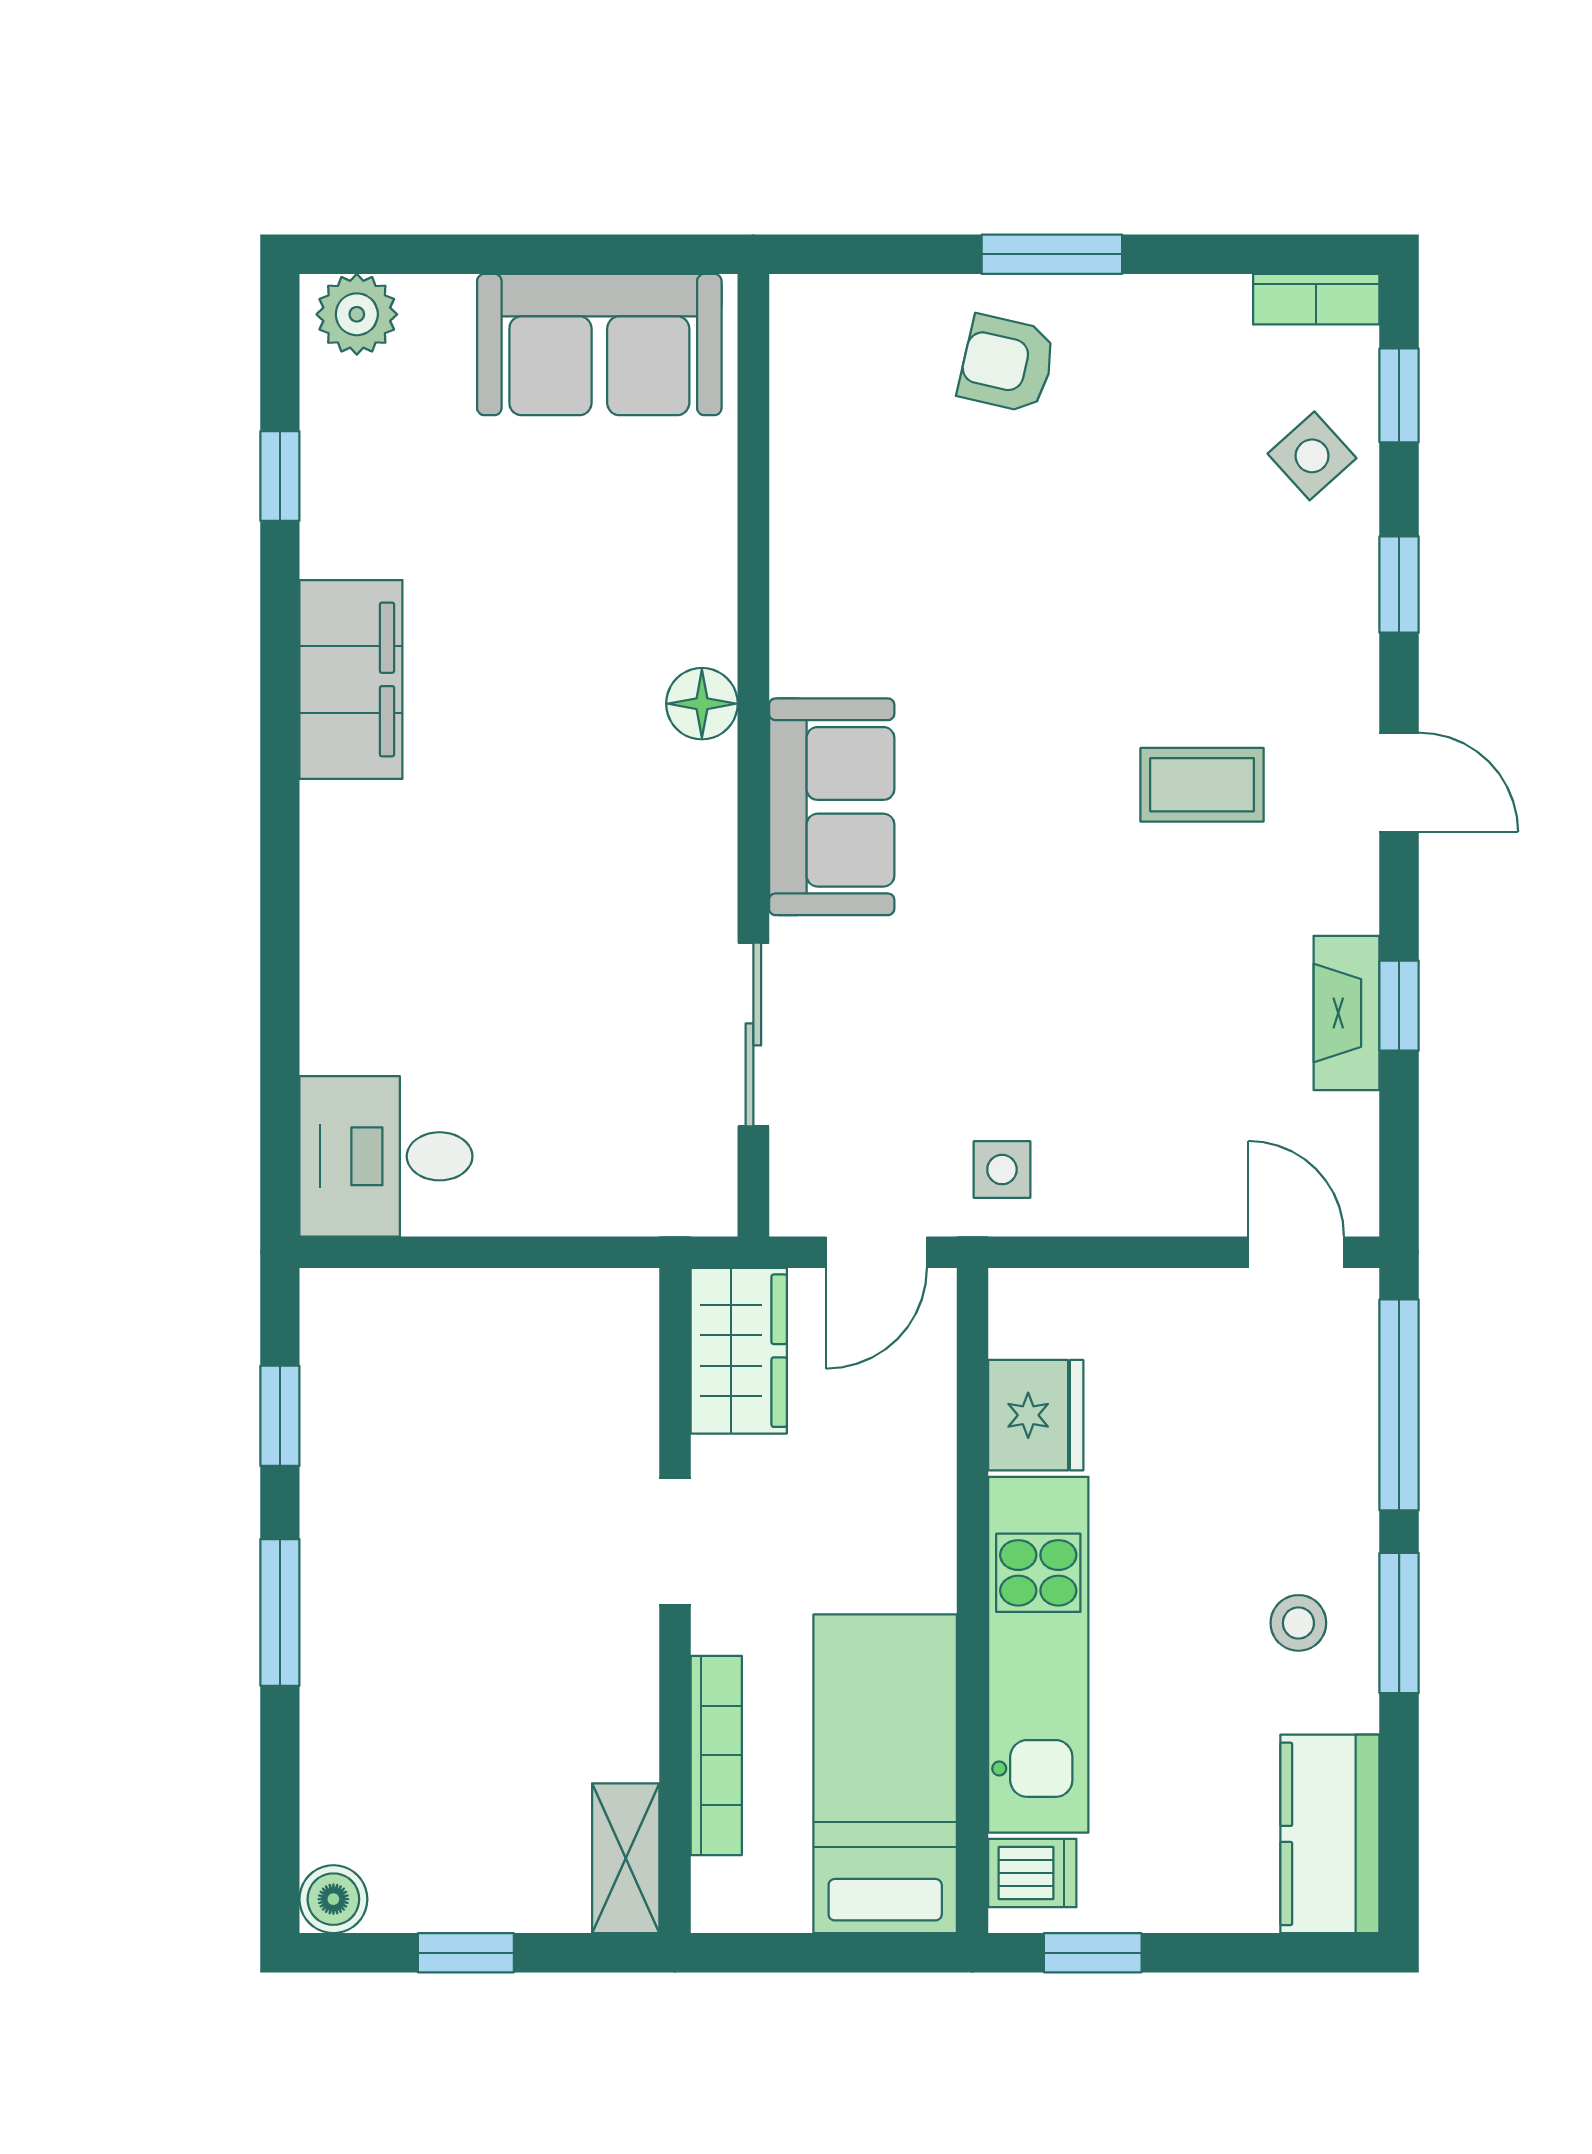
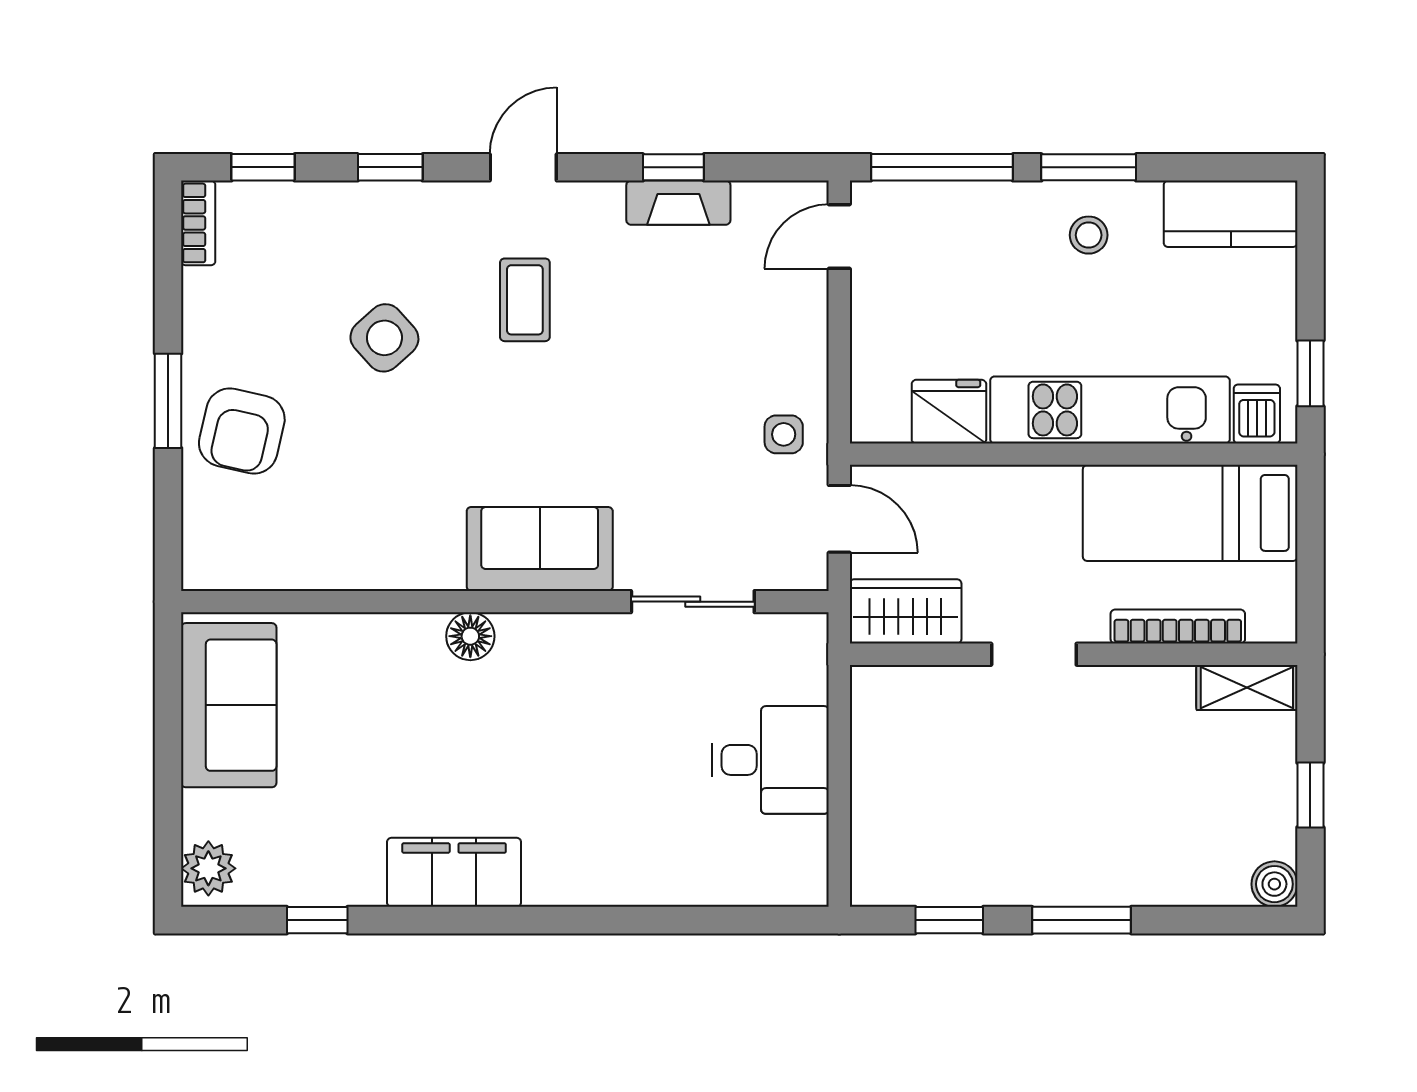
armchair: (1007, 364) -> (242, 431), width x1.38, depth x1.38
side table: (1312, 456) -> (384, 338), moved, width x1.37, depth x1.37
desk: (386, 1156) -> (771, 760), moved, turned -90

